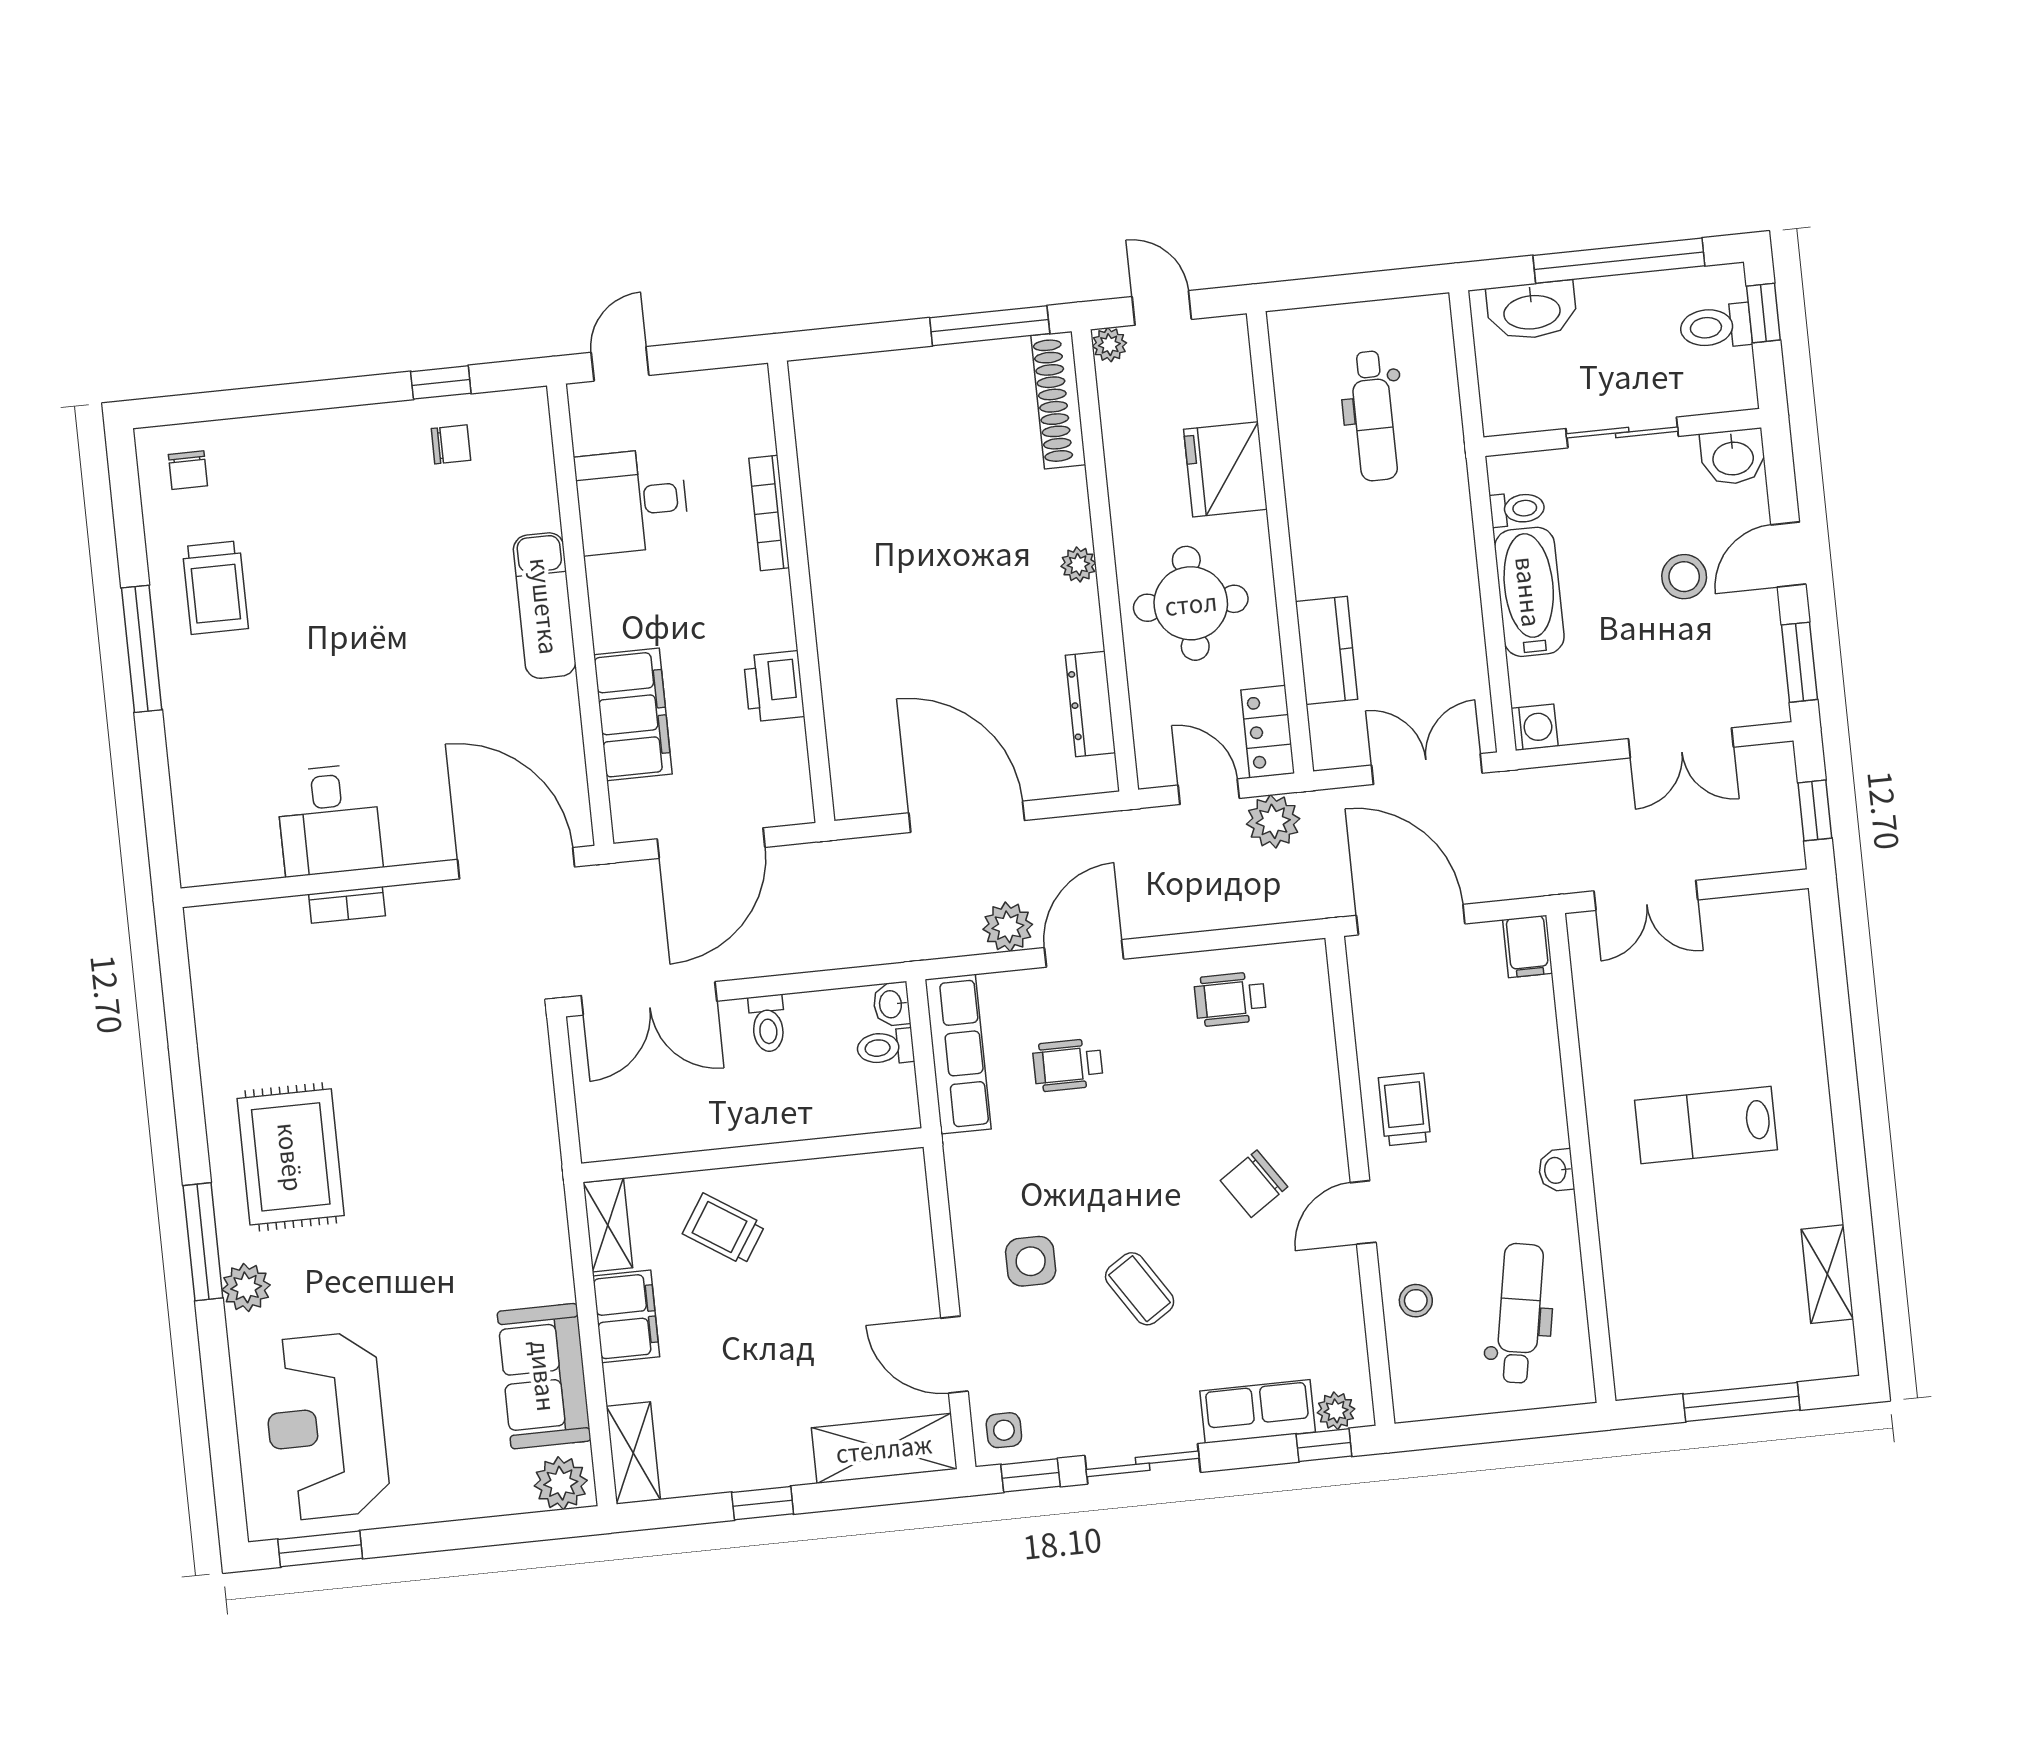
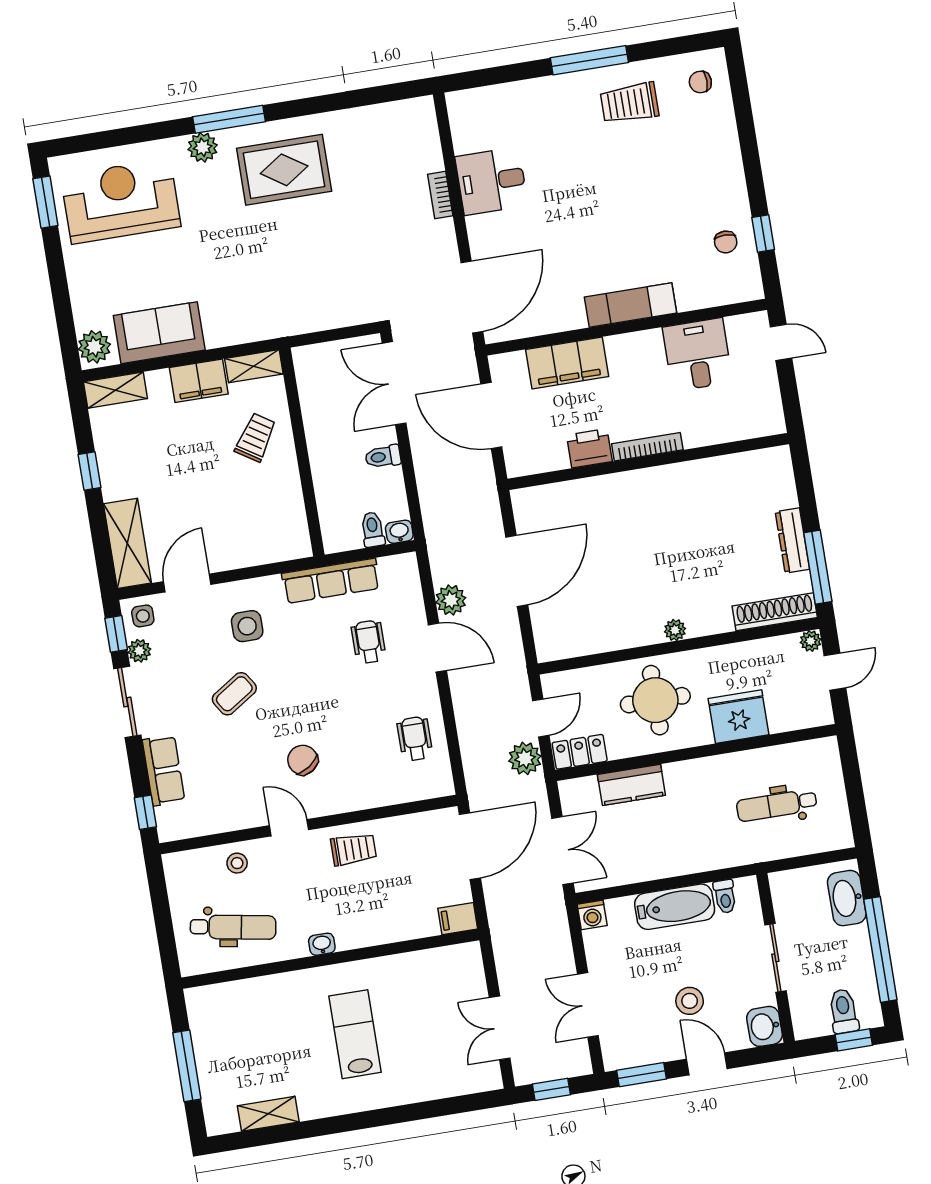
bookcase: (769, 513) -> (647, 447), moved
dresser: (1090, 704) -> (792, 541), moved, turned -90
double door: (1646, 895) -> (500, 1028), moved
row of seats: (958, 1054) -> (331, 581), moved
plant: (1336, 1411) -> (139, 651), moved

